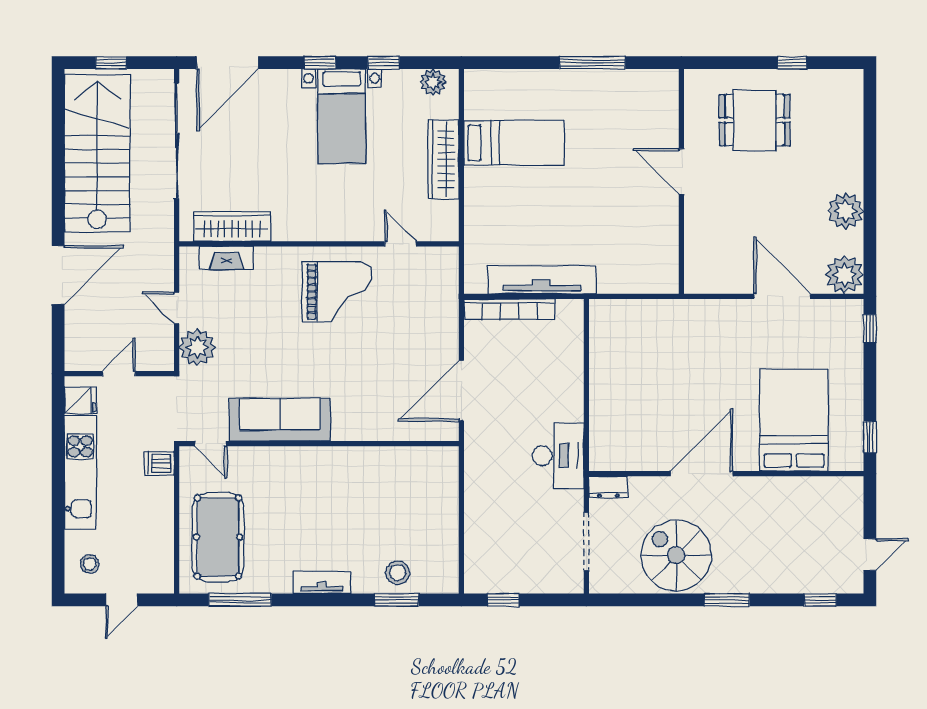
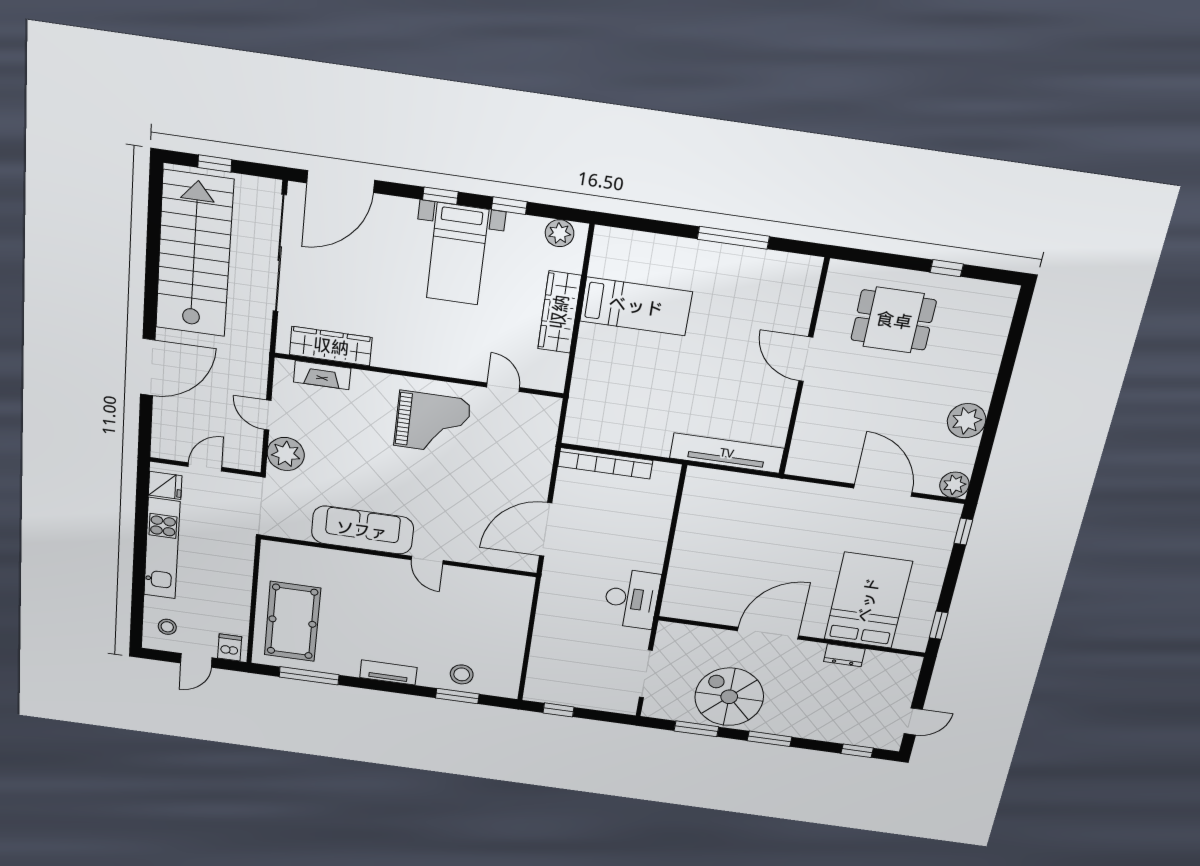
plant: (845, 275) -> (954, 485), width x0.73, depth x0.73
tv unit: (542, 280) -> (727, 453), moved
door: (211, 444) -> (427, 560), moved
dishwasher: (159, 463) -> (230, 648), moved, turned 90
dresser: (608, 487) -> (844, 655), moved
window: (649, 600) -> (696, 729), added

